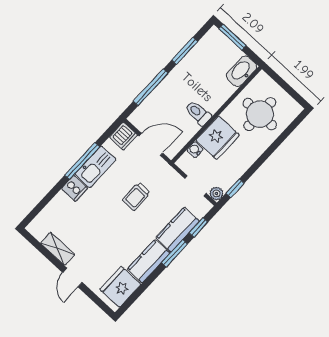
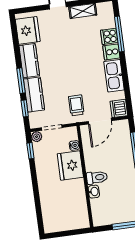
washbasin: (242, 71) -> (94, 192), moved, width x0.52, depth x0.69
toilet: (198, 113) -> (97, 177), moved
round table: (260, 114) -> (63, 203), removed
window: (82, 161) -> (119, 34), moved
trolley: (136, 196) -> (76, 105), moved
cooker: (61, 203) -> (109, 36), added

